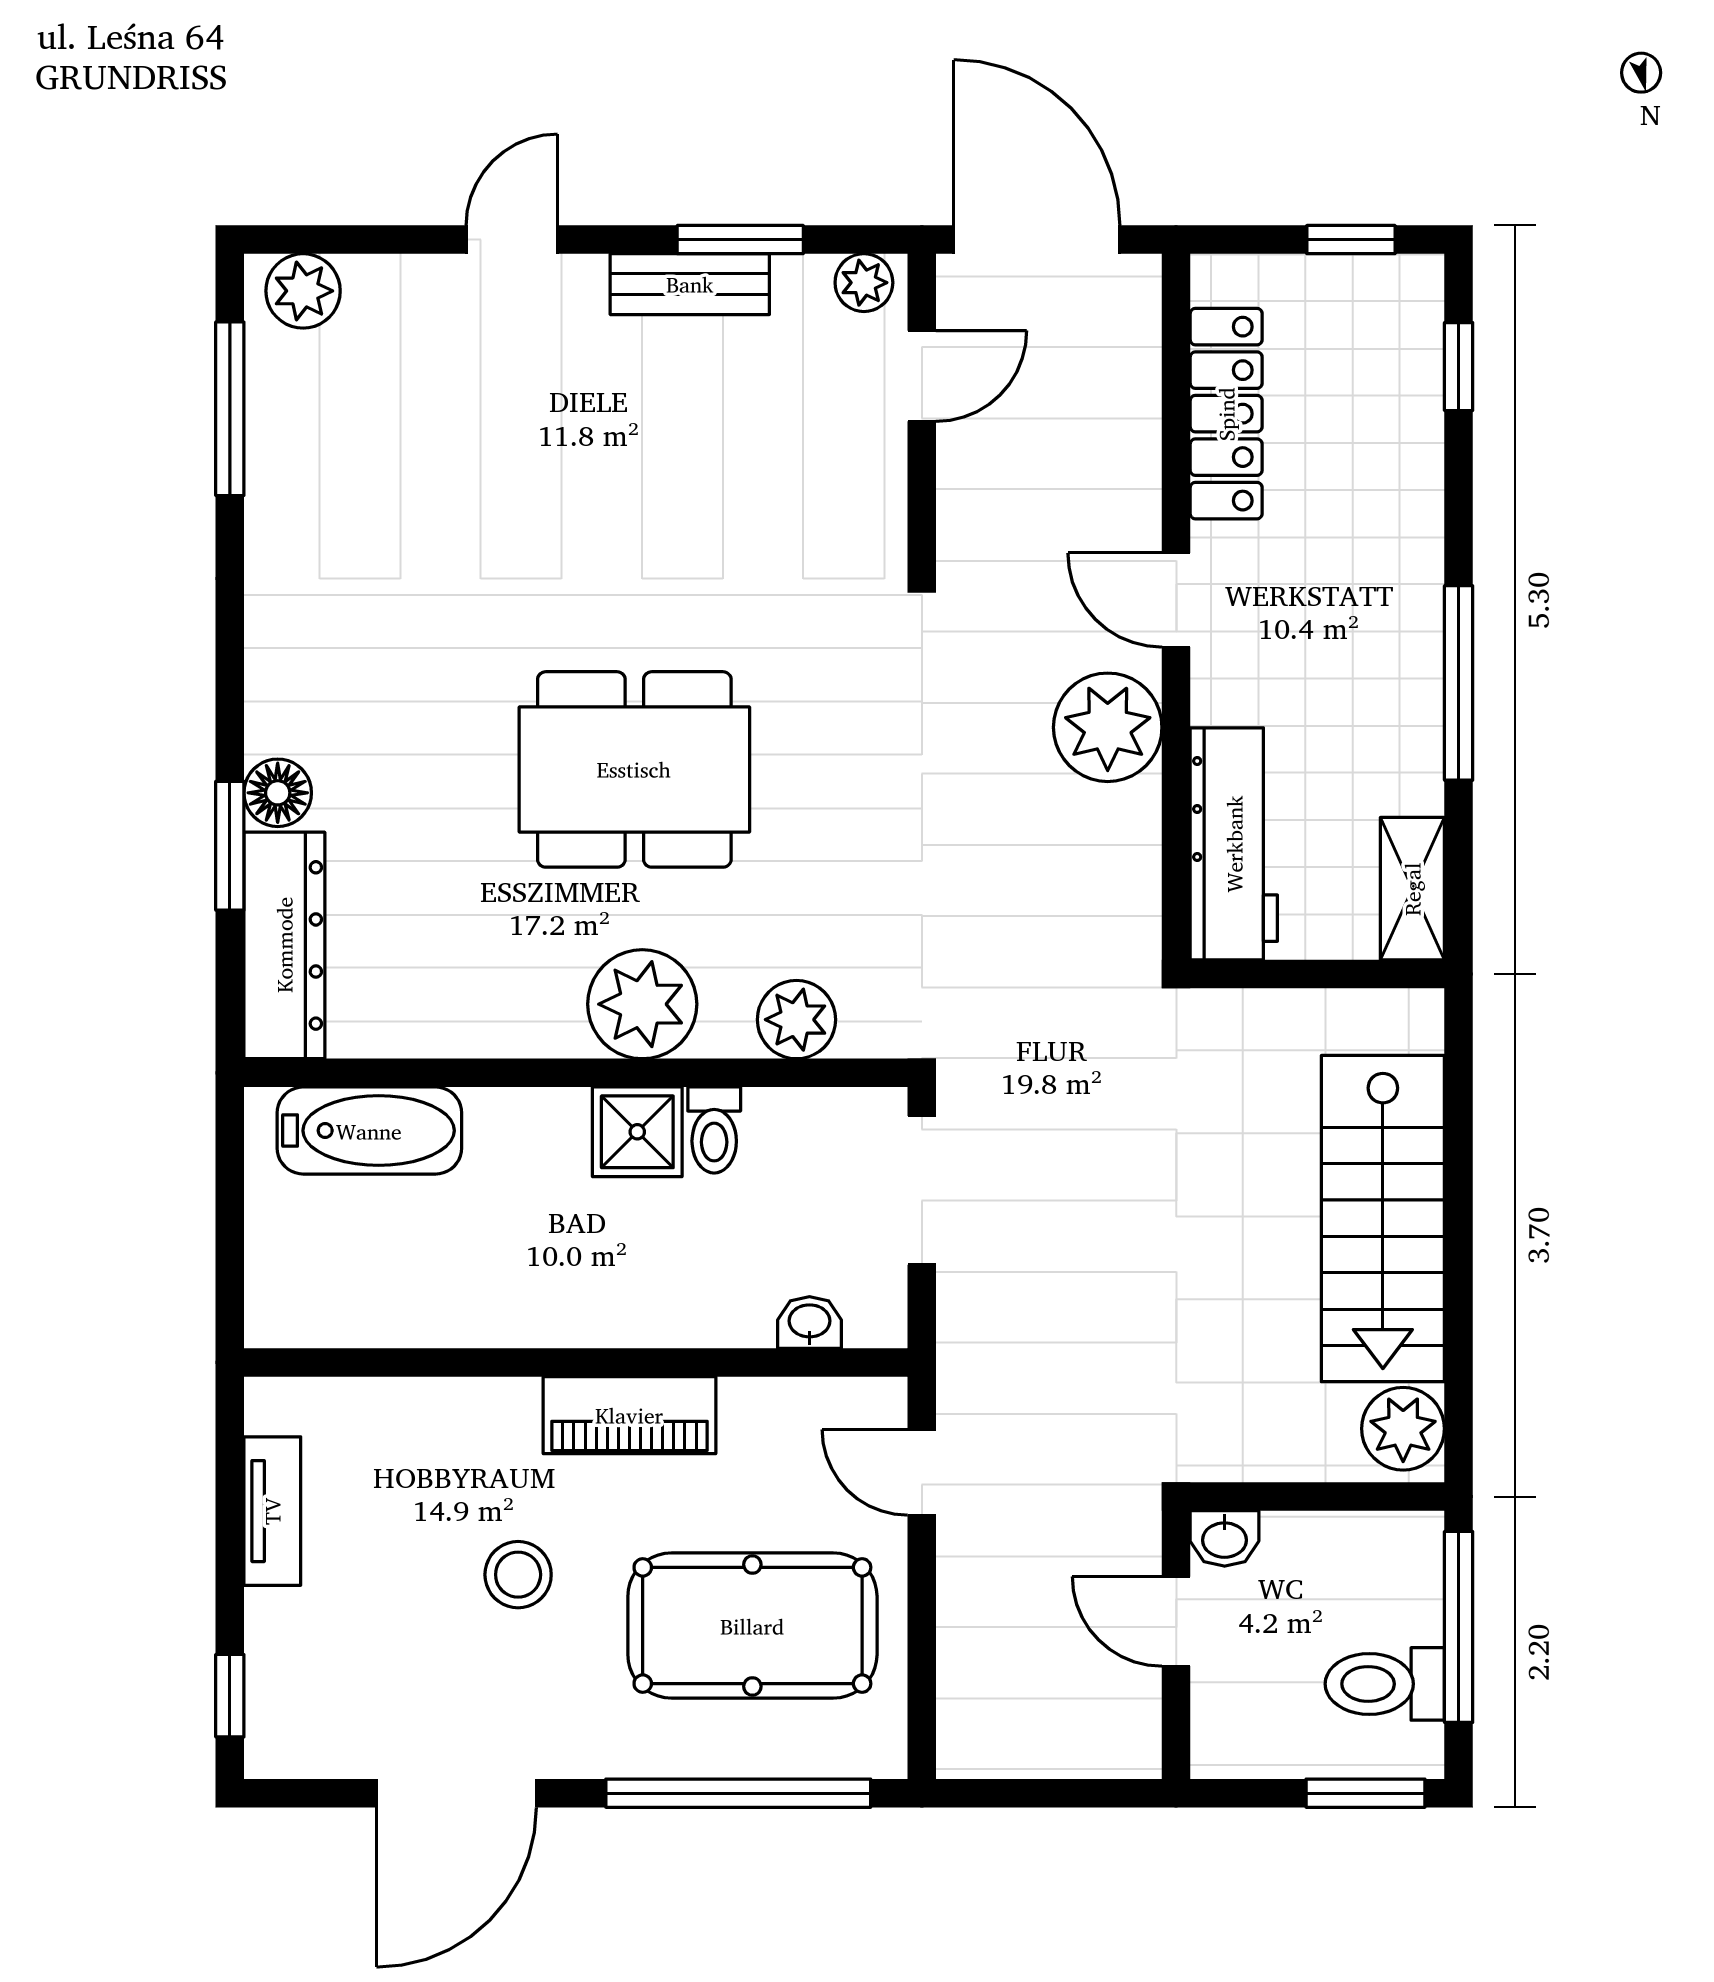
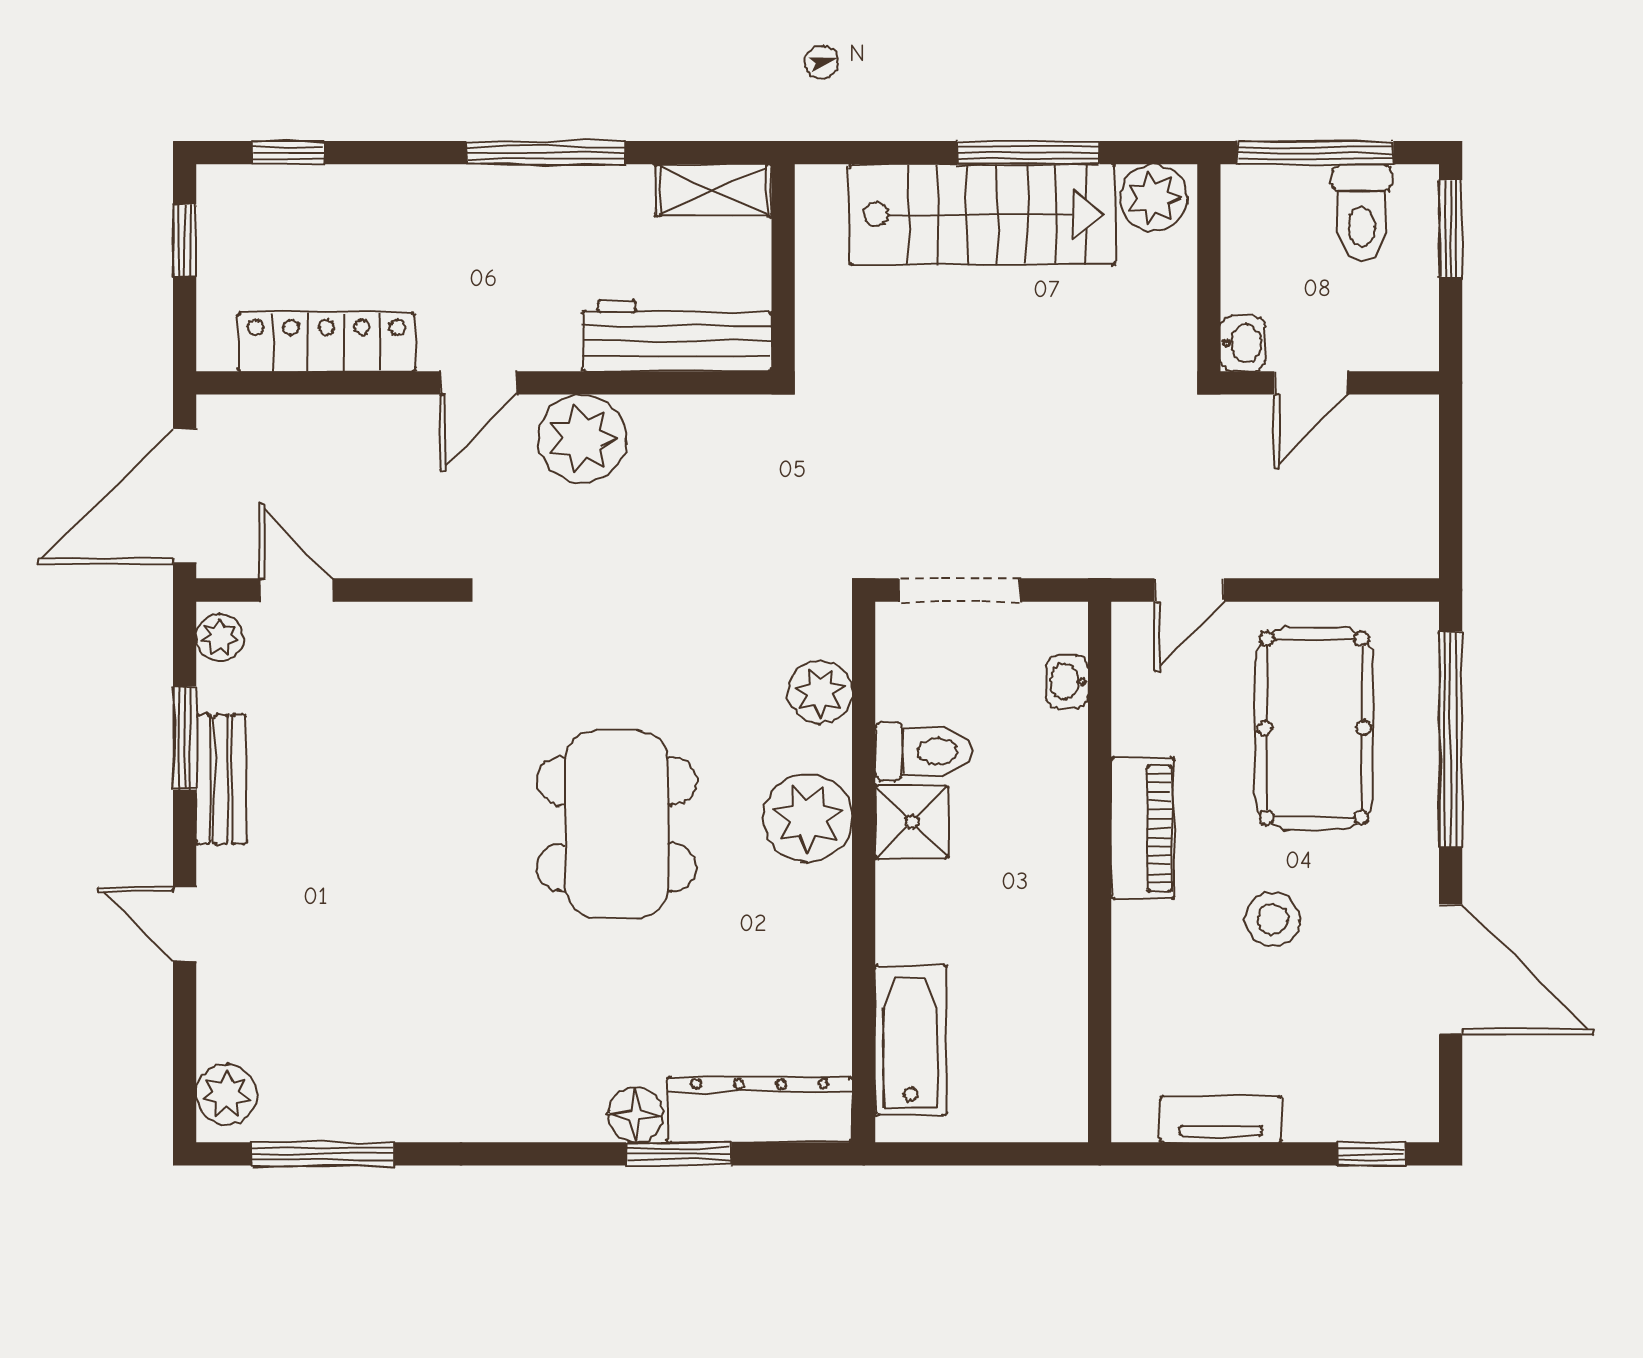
toilet: (714, 1130) -> (924, 751), width x1.37, depth x1.39
window: (1459, 1275) -> (1028, 153), added

